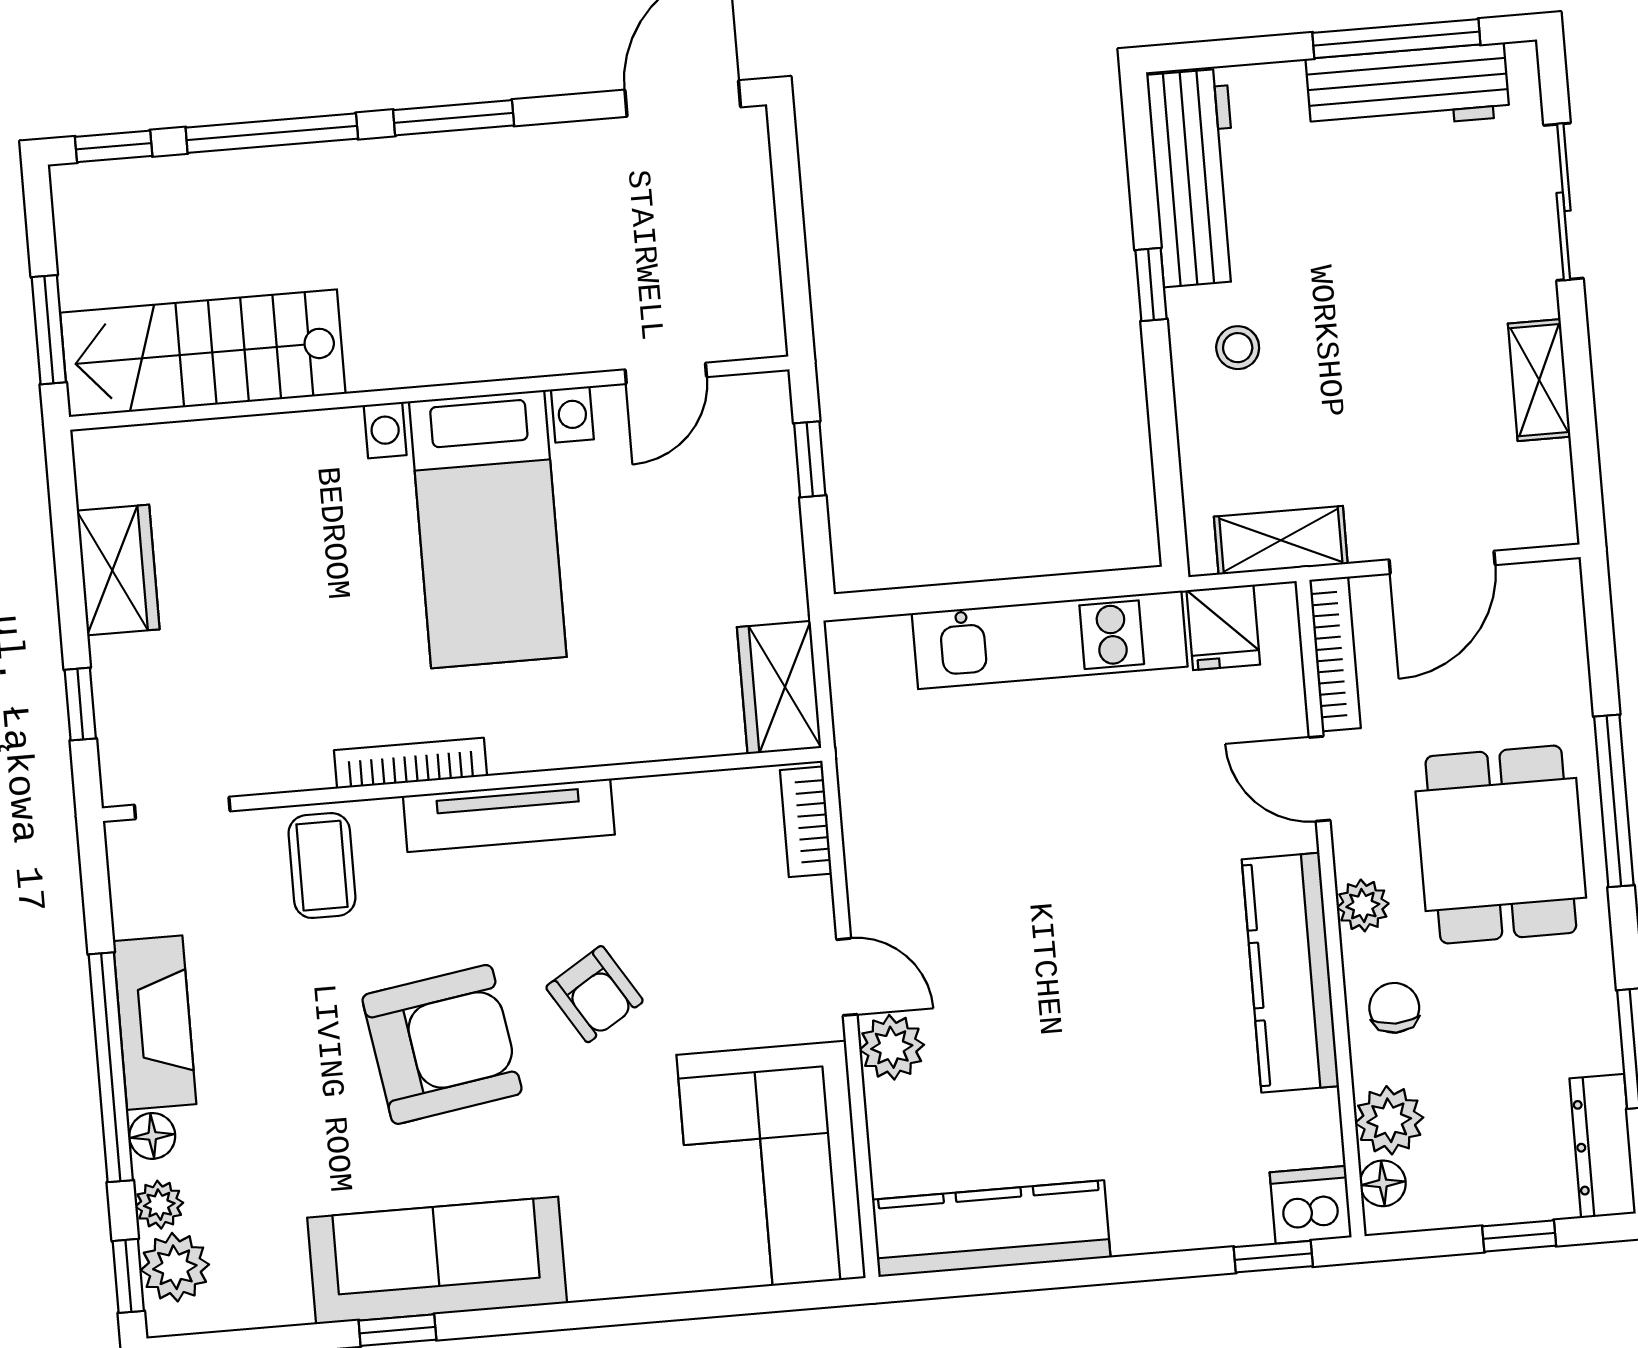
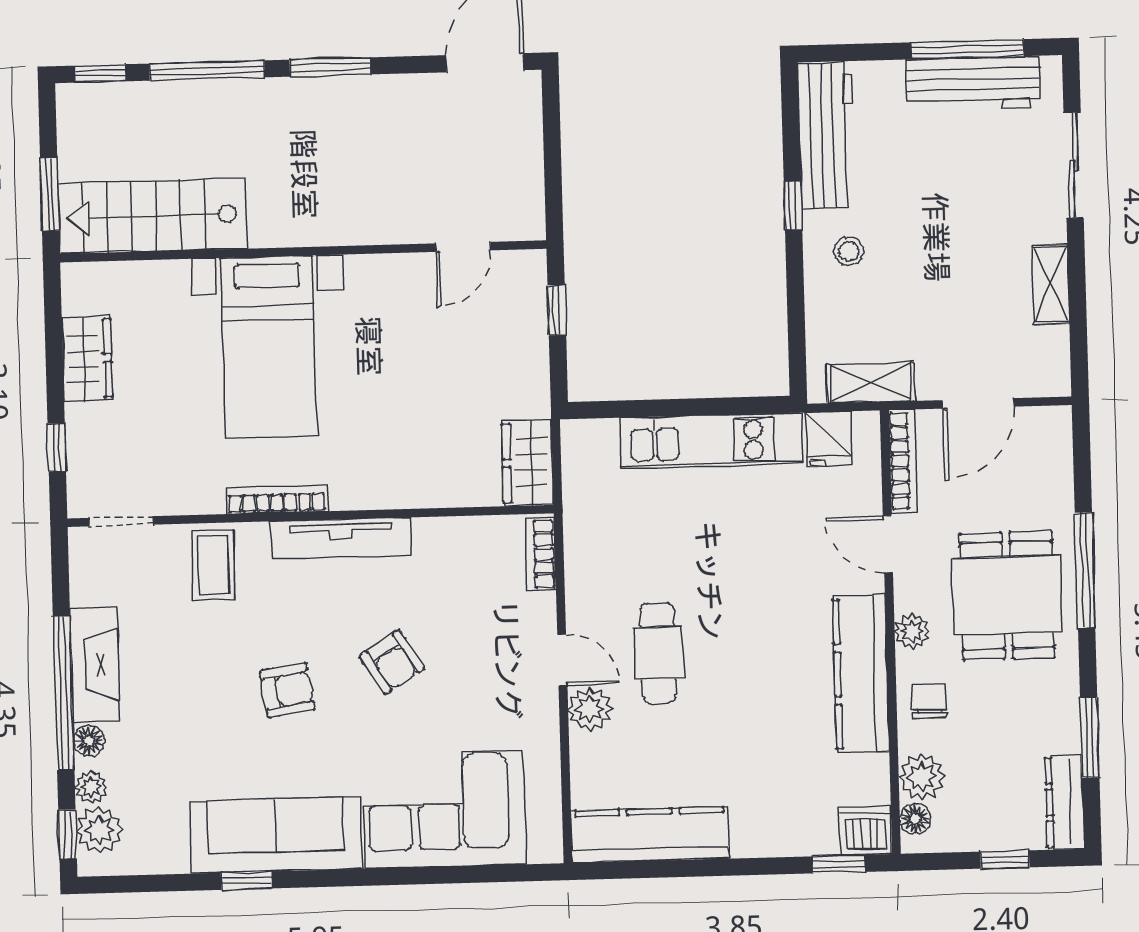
bed with nightstands: (488, 529) -> (269, 347), moved
cafe table: (988, 959) -> (658, 653), added
armchair: (442, 1044) -> (287, 690), width x0.53, depth x0.53
corner sofa: (771, 1166) -> (444, 809), moved, turned 90

